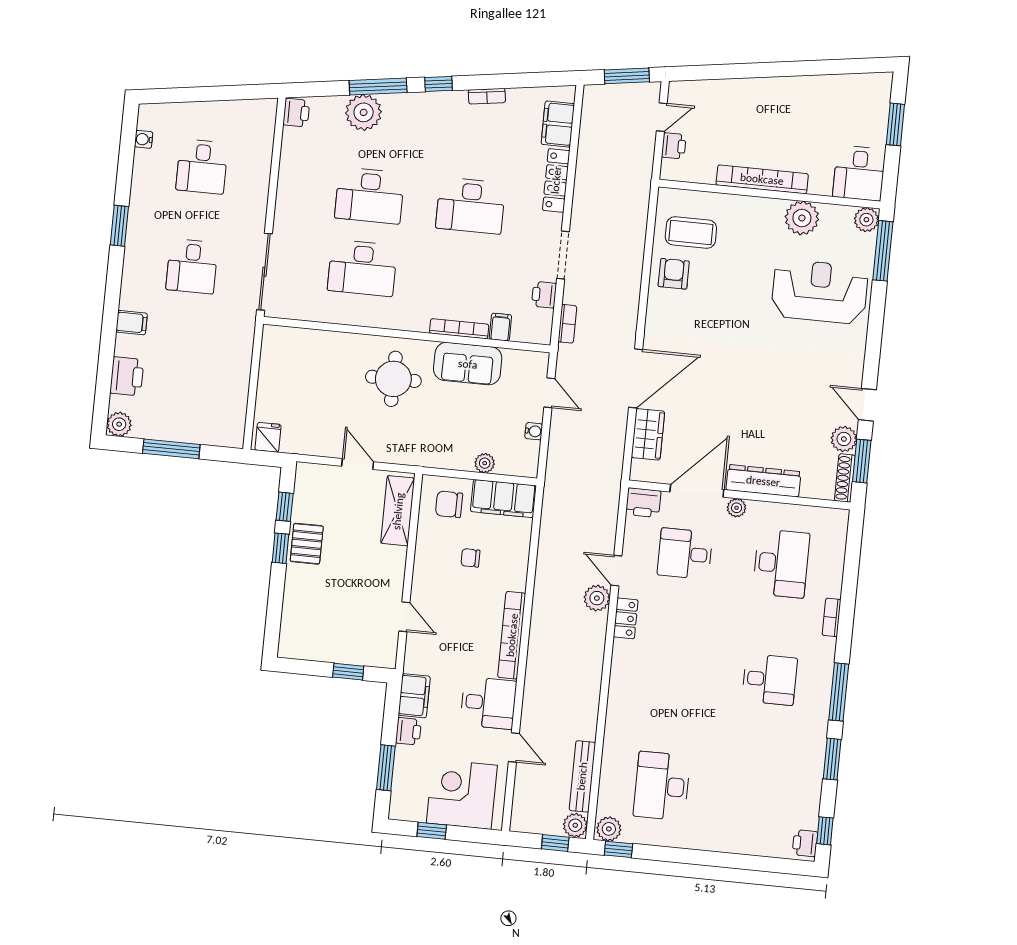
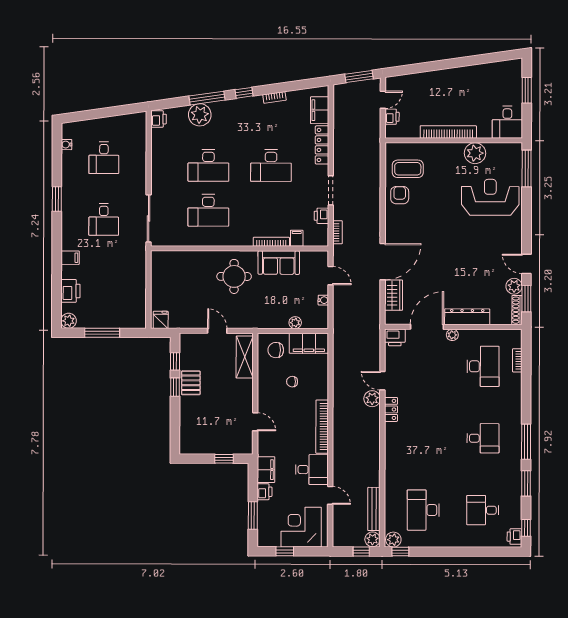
plant: (866, 220) -> (515, 150), removed
desk: (685, 554) -> (483, 510), moved
bookcase: (832, 617) -> (517, 360), moved

